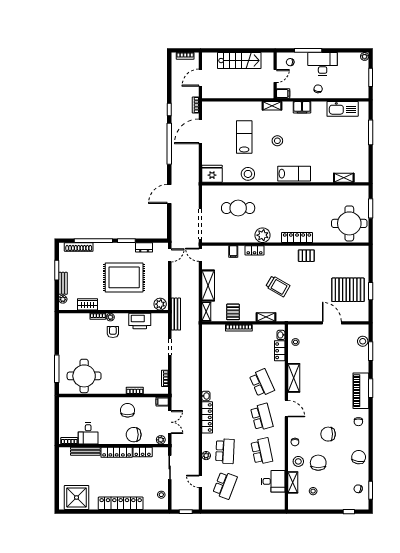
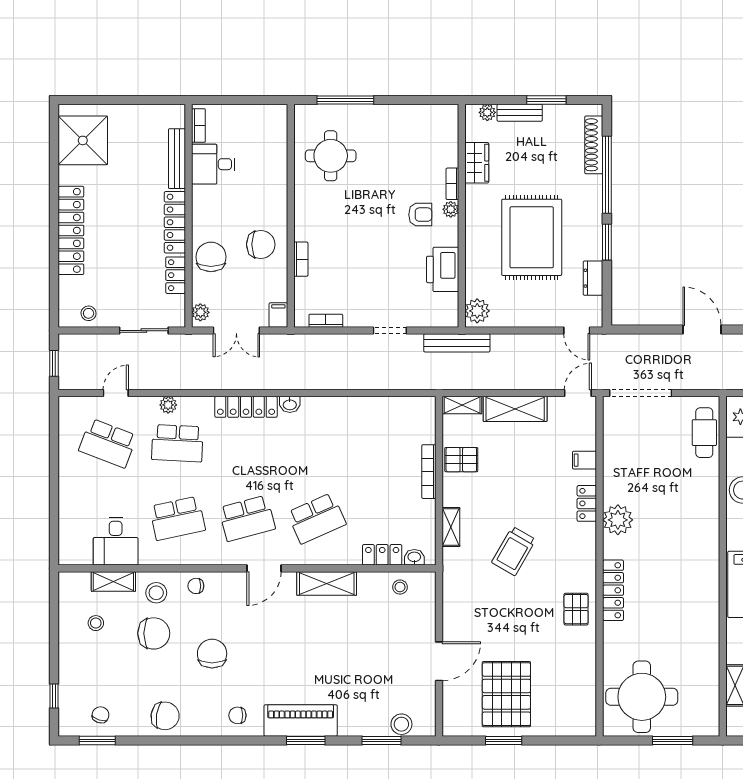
cafe table: (238, 208) -> (704, 433), moved, width x0.73, depth x0.74
round table: (84, 376) -> (331, 156), width x0.73, depth x0.73

